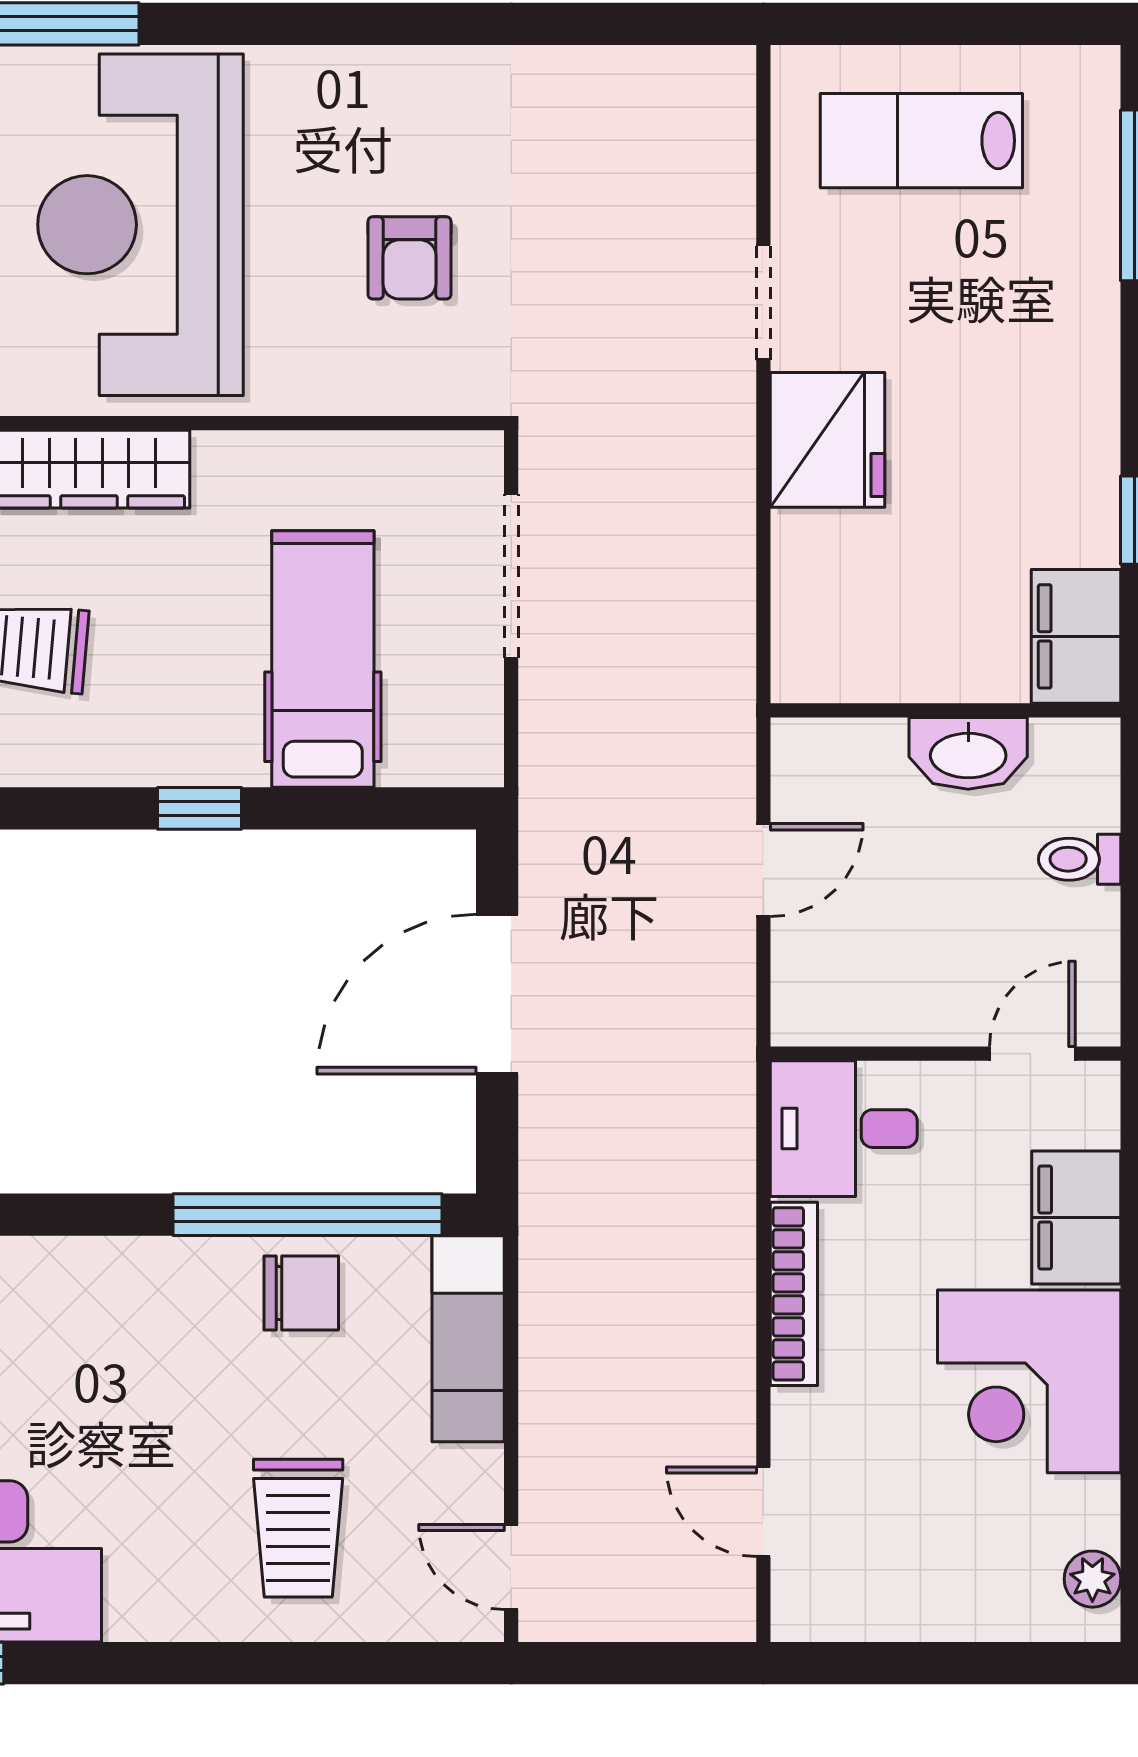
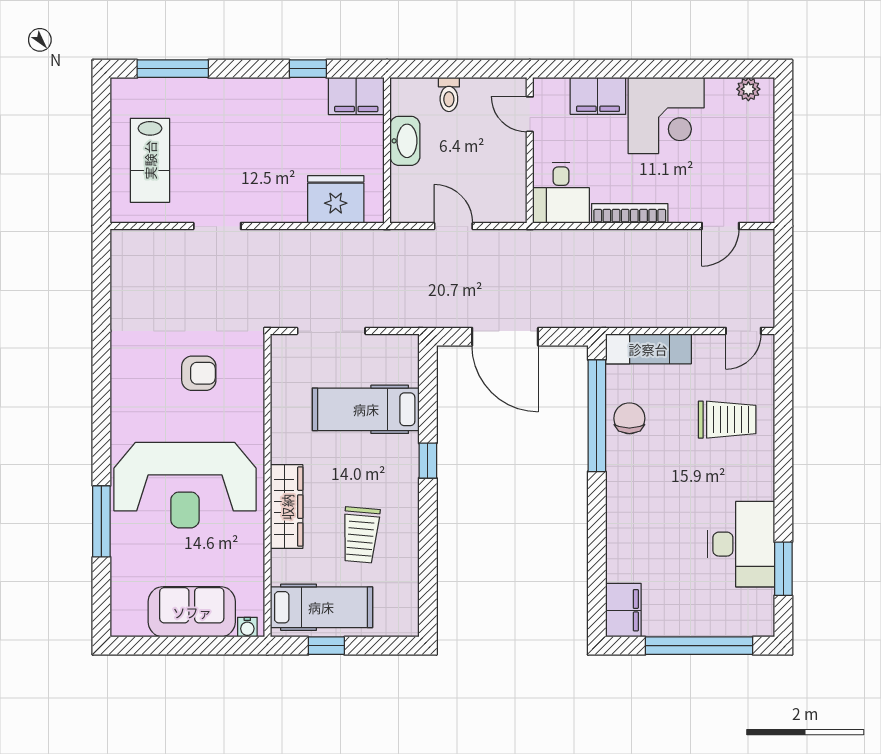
fridge: (828, 440) -> (336, 199), moved

